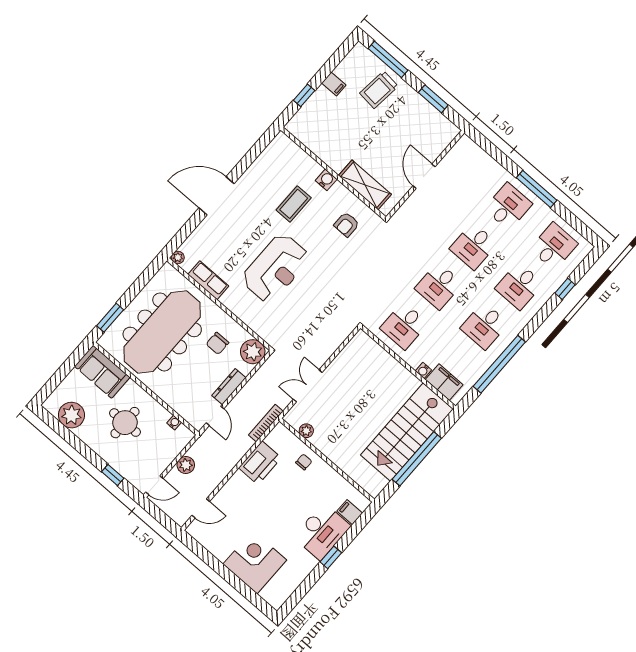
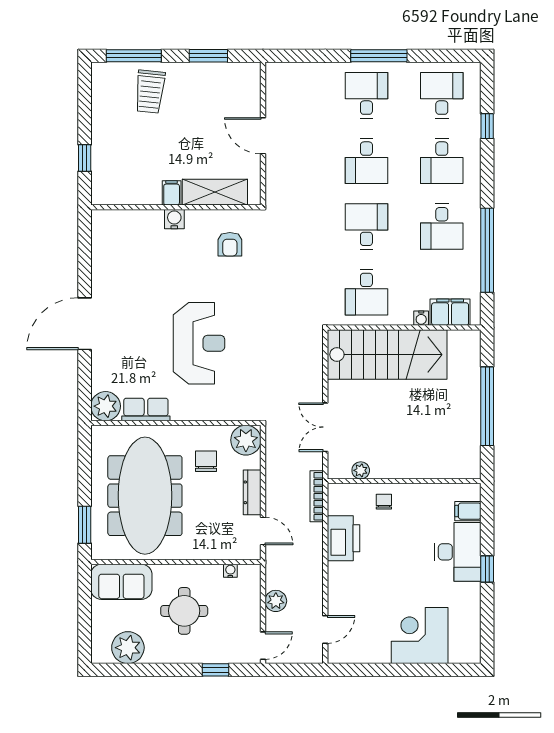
filing cabinet: (334, 84) -> (172, 193), moved, turned -90
coffee table: (294, 204) -> (163, 268), removed
plant: (178, 257) -> (106, 406), width x1.88, depth x1.88
desk: (439, 286) -> (366, 227), turned 180
chair: (217, 343) -> (206, 461), turned 180
stairs: (407, 432) -> (387, 355), moved, turned -90

